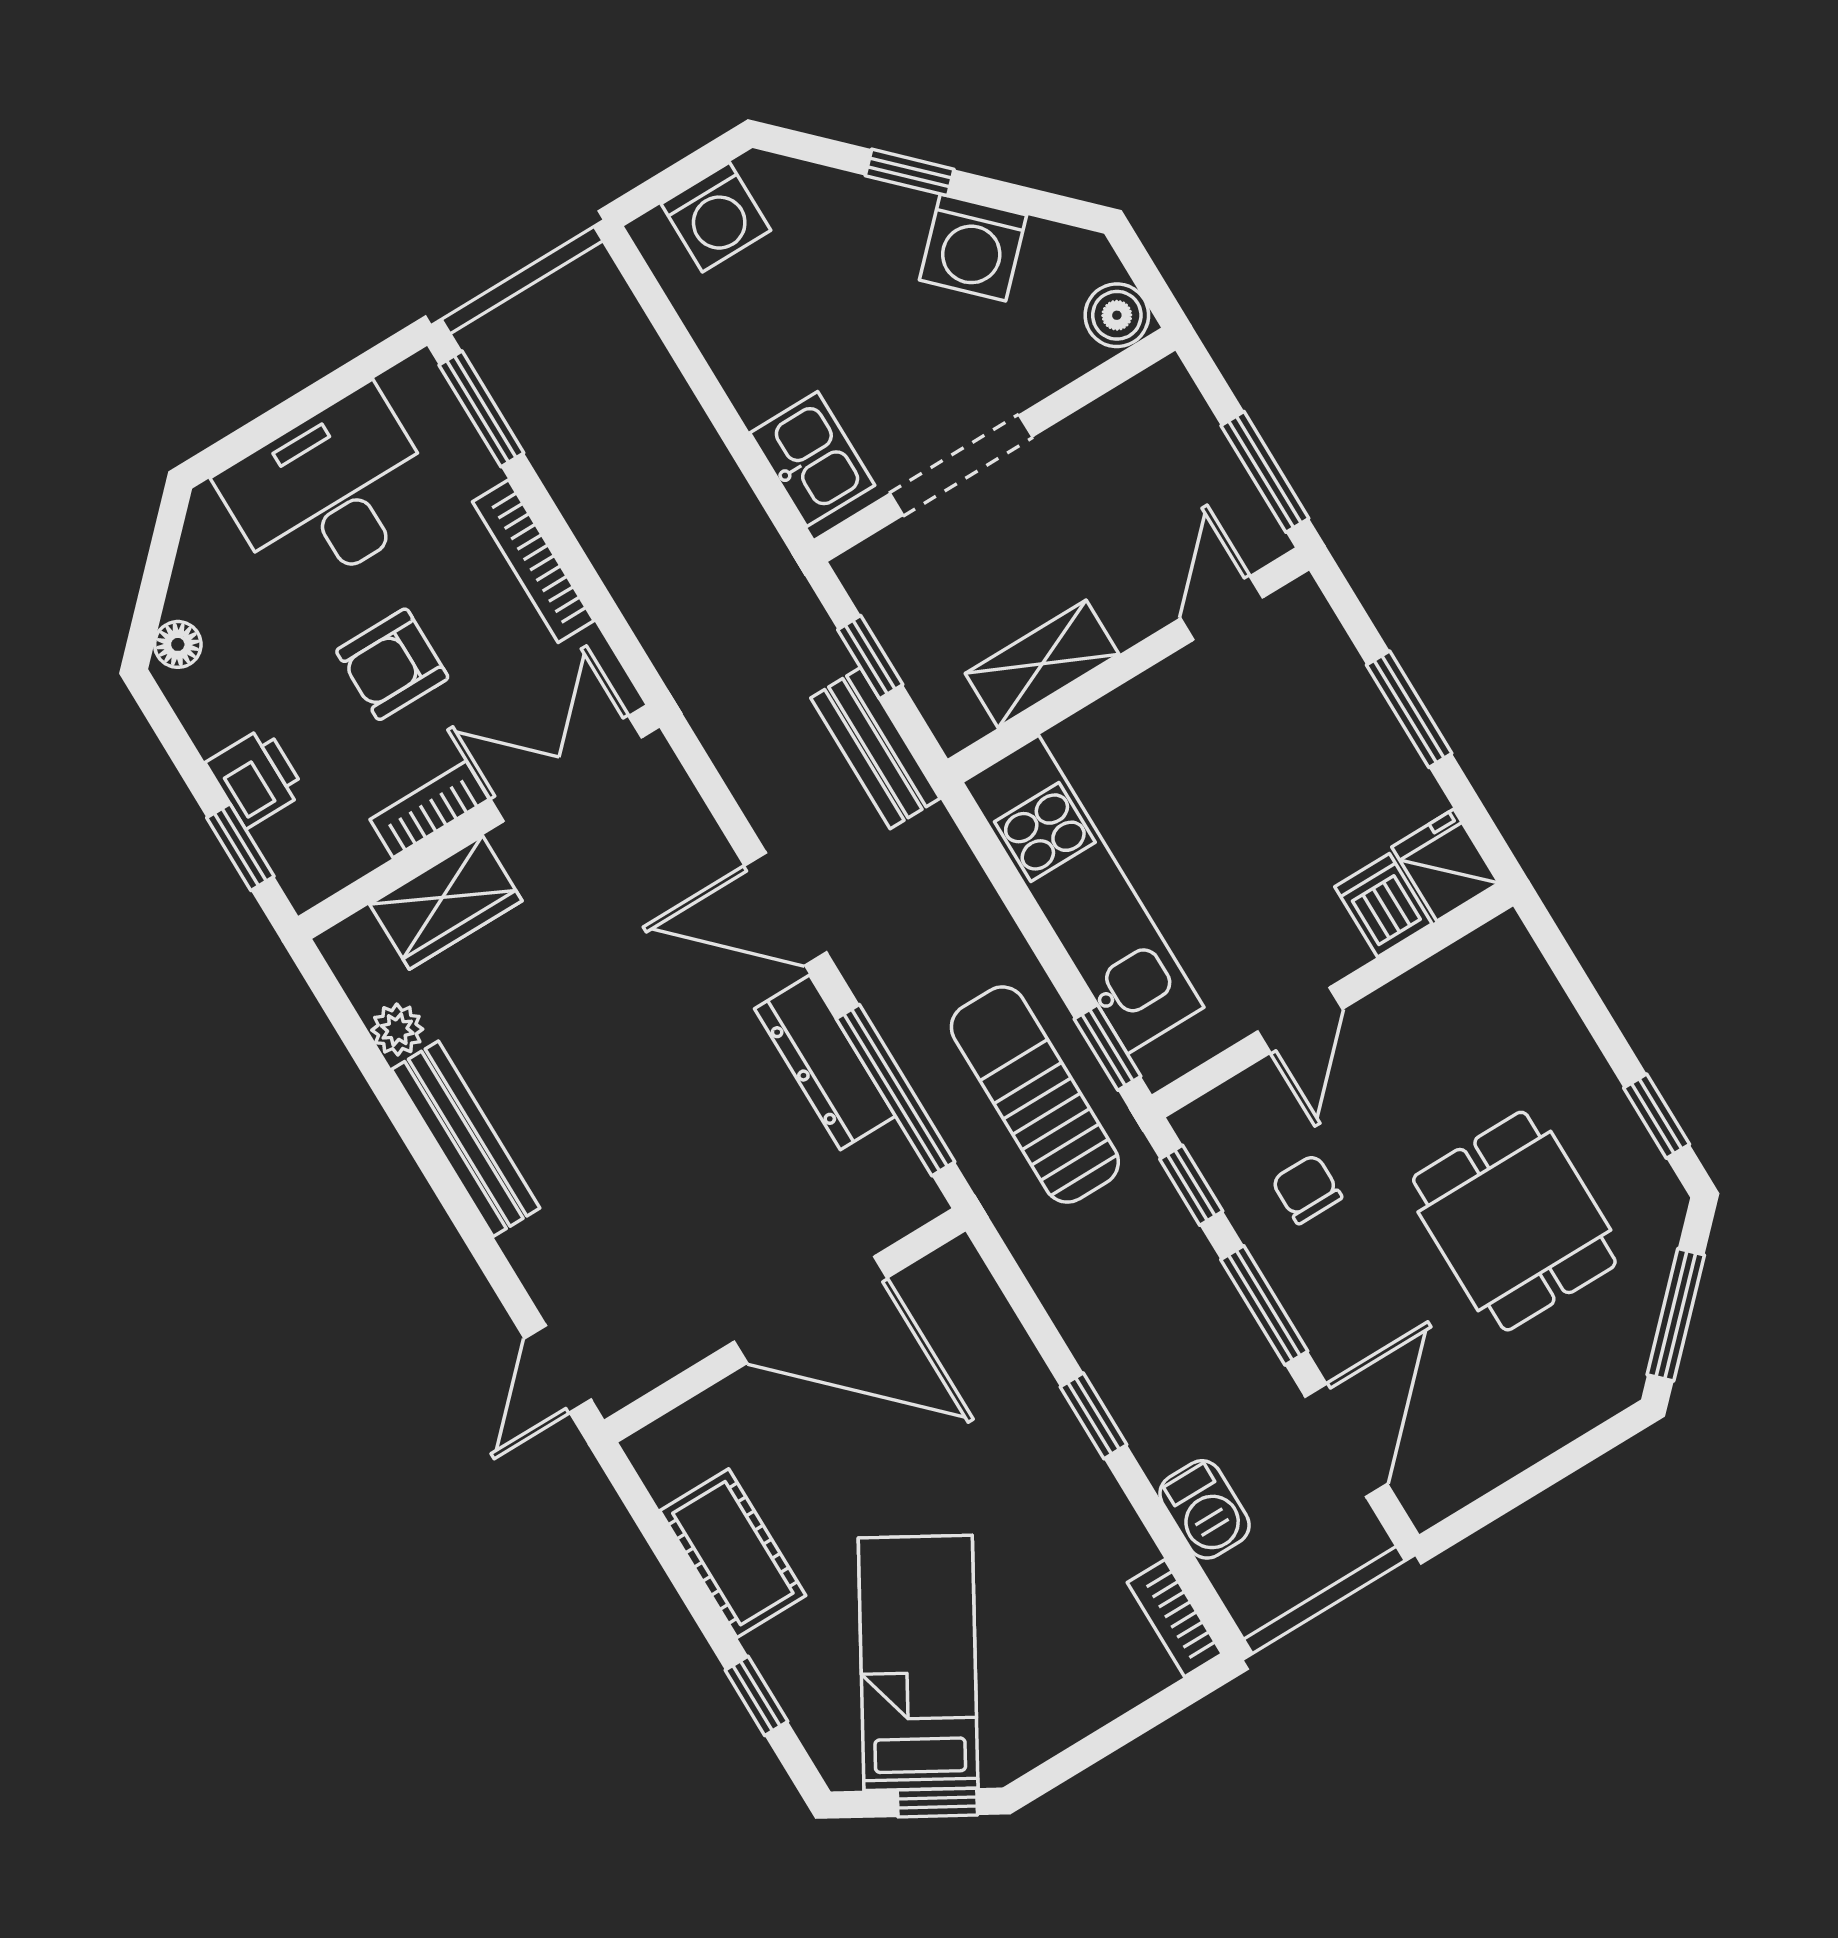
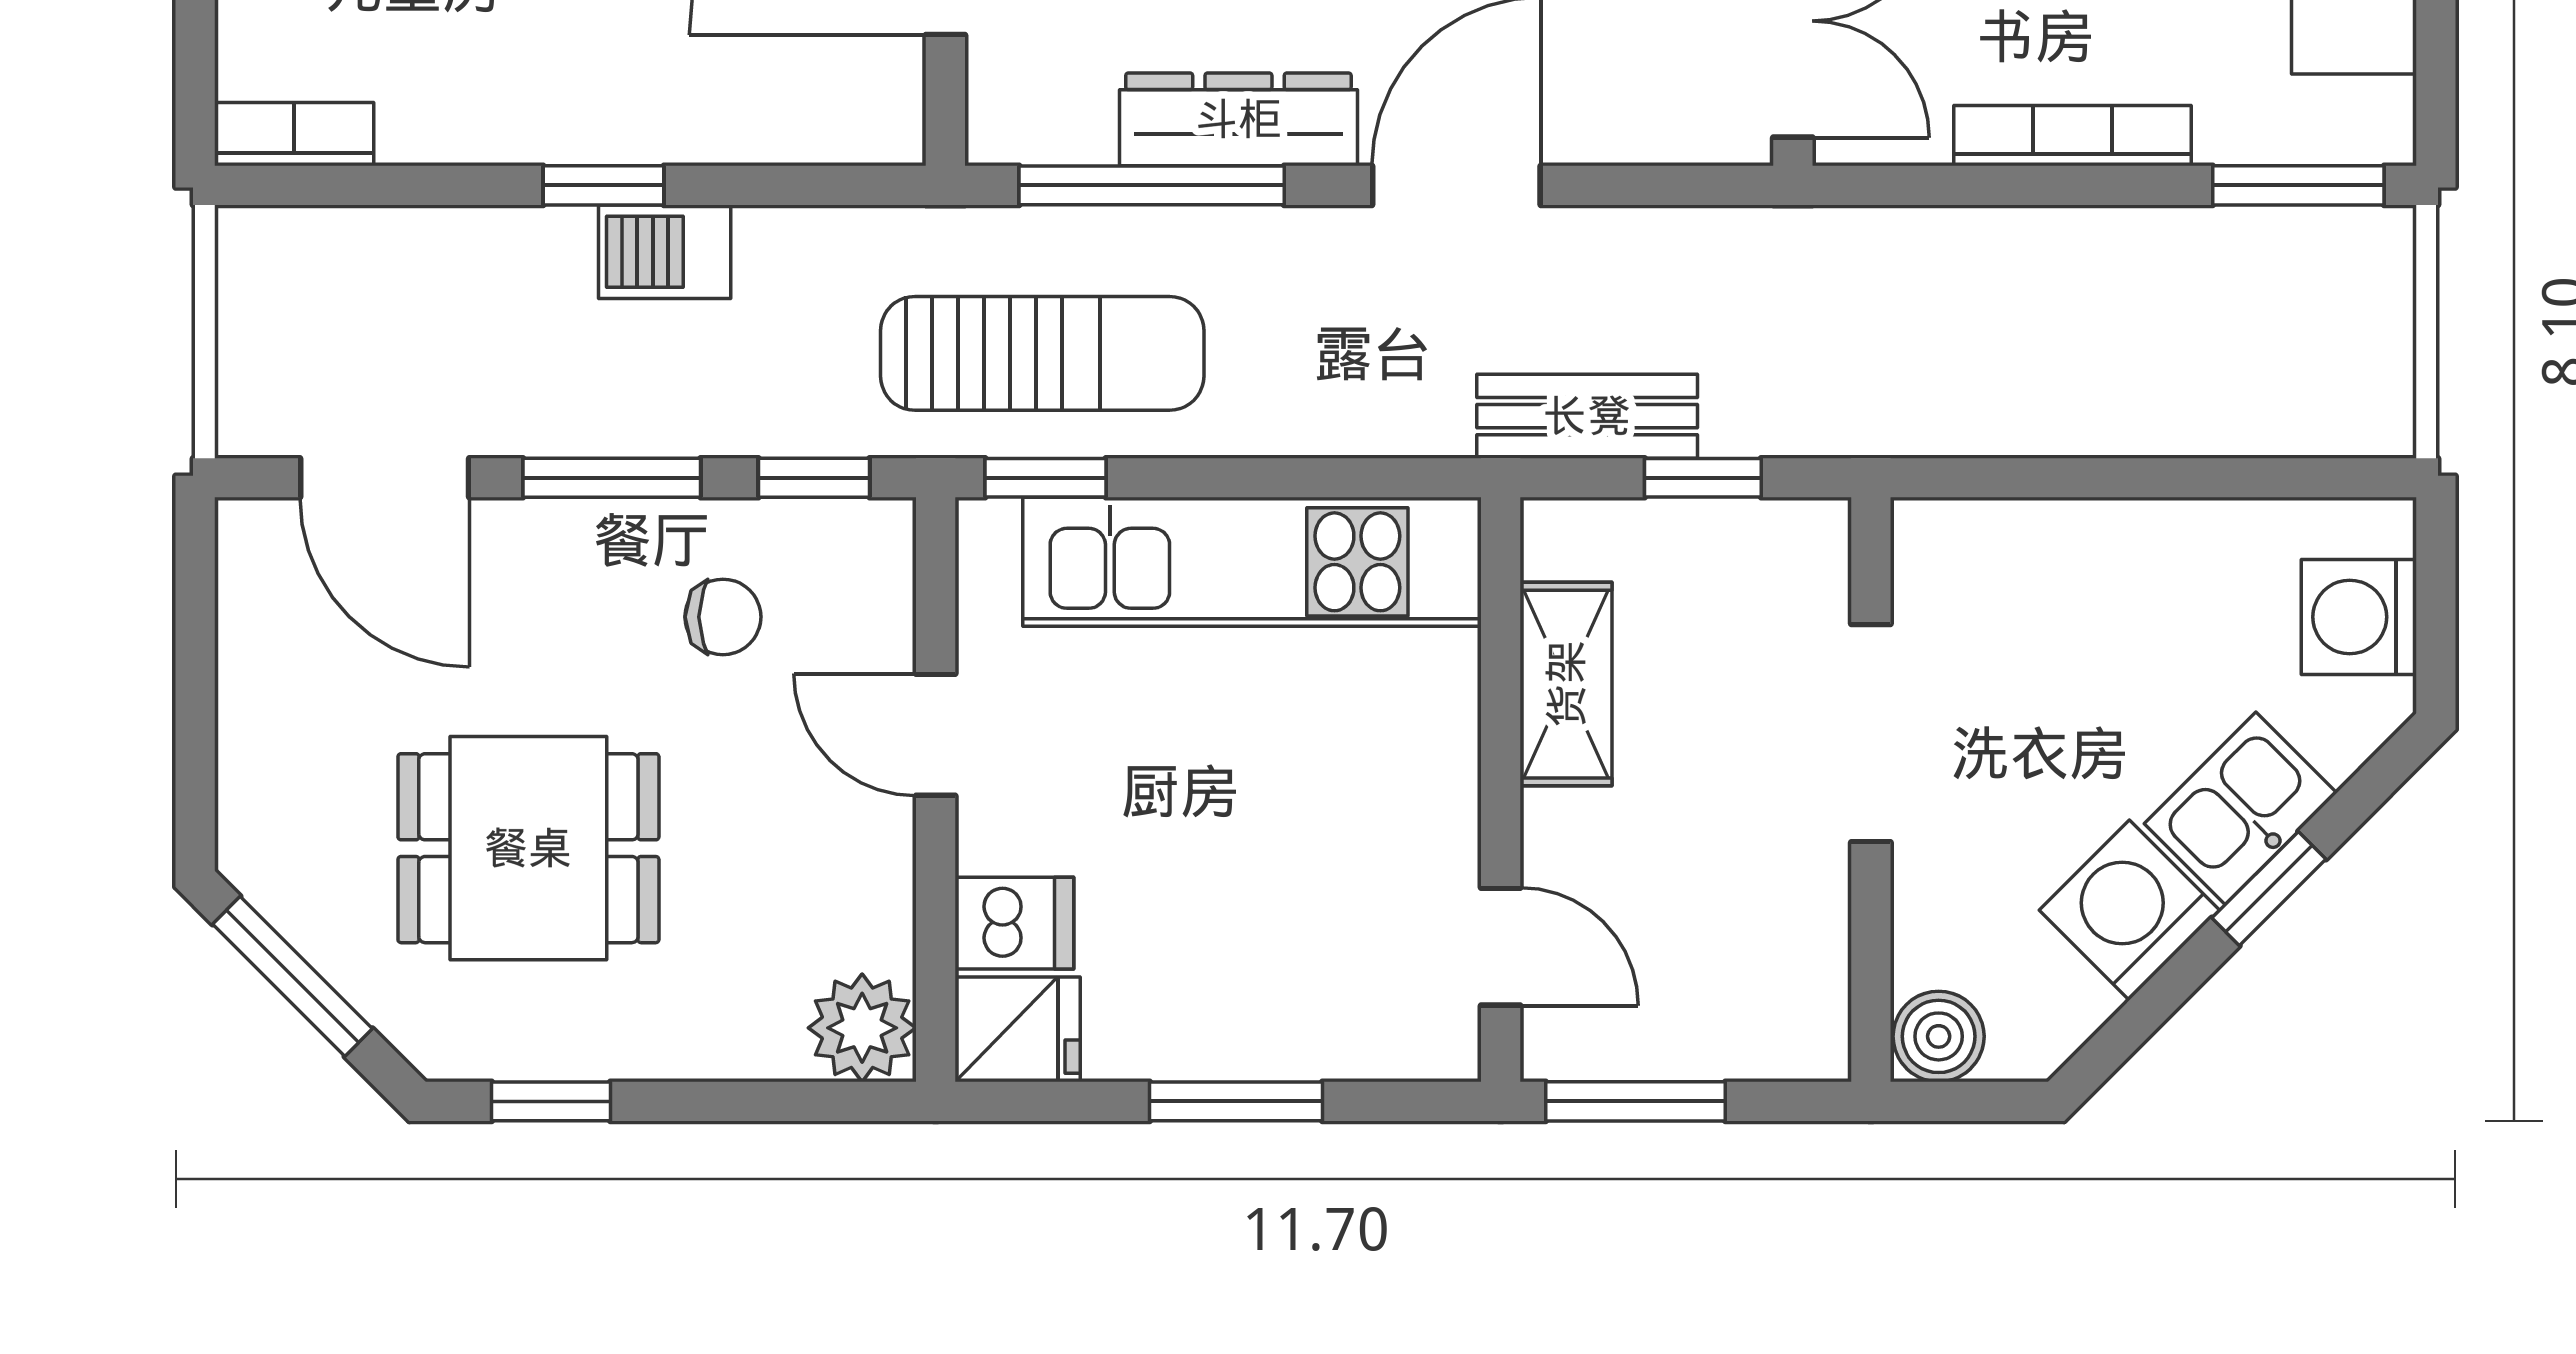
kitchen sink: (812, 459) -> (2241, 808), moved, turned 135
plant: (1501, 958) -> (862, 1028), added
barbecue: (1204, 1509) -> (665, 252), moved

